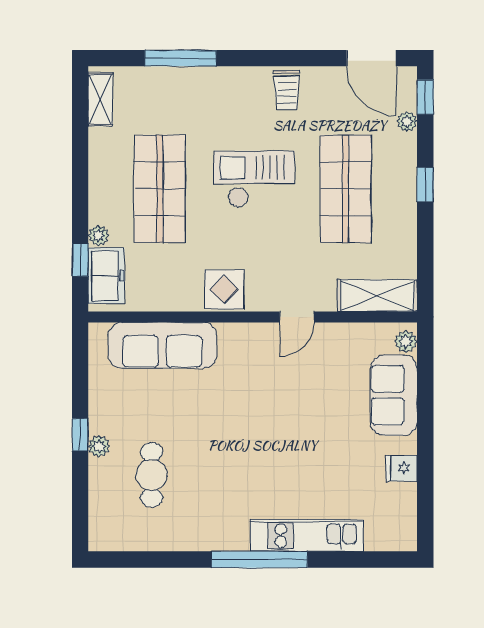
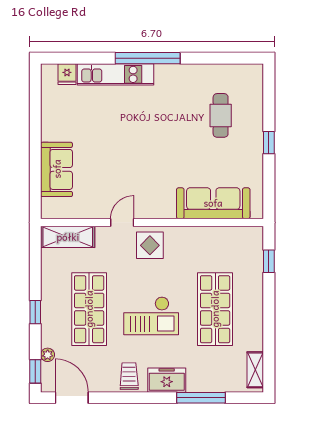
plant: (98, 236) -> (257, 278), removed
freezer: (106, 276) -> (167, 380), moved, turned 90
display table: (224, 290) -> (150, 245), moved
plant: (406, 341) -> (48, 206), removed
plant: (99, 446) -> (256, 135), removed
fridge: (402, 468) -> (67, 74), moved, turned 90

